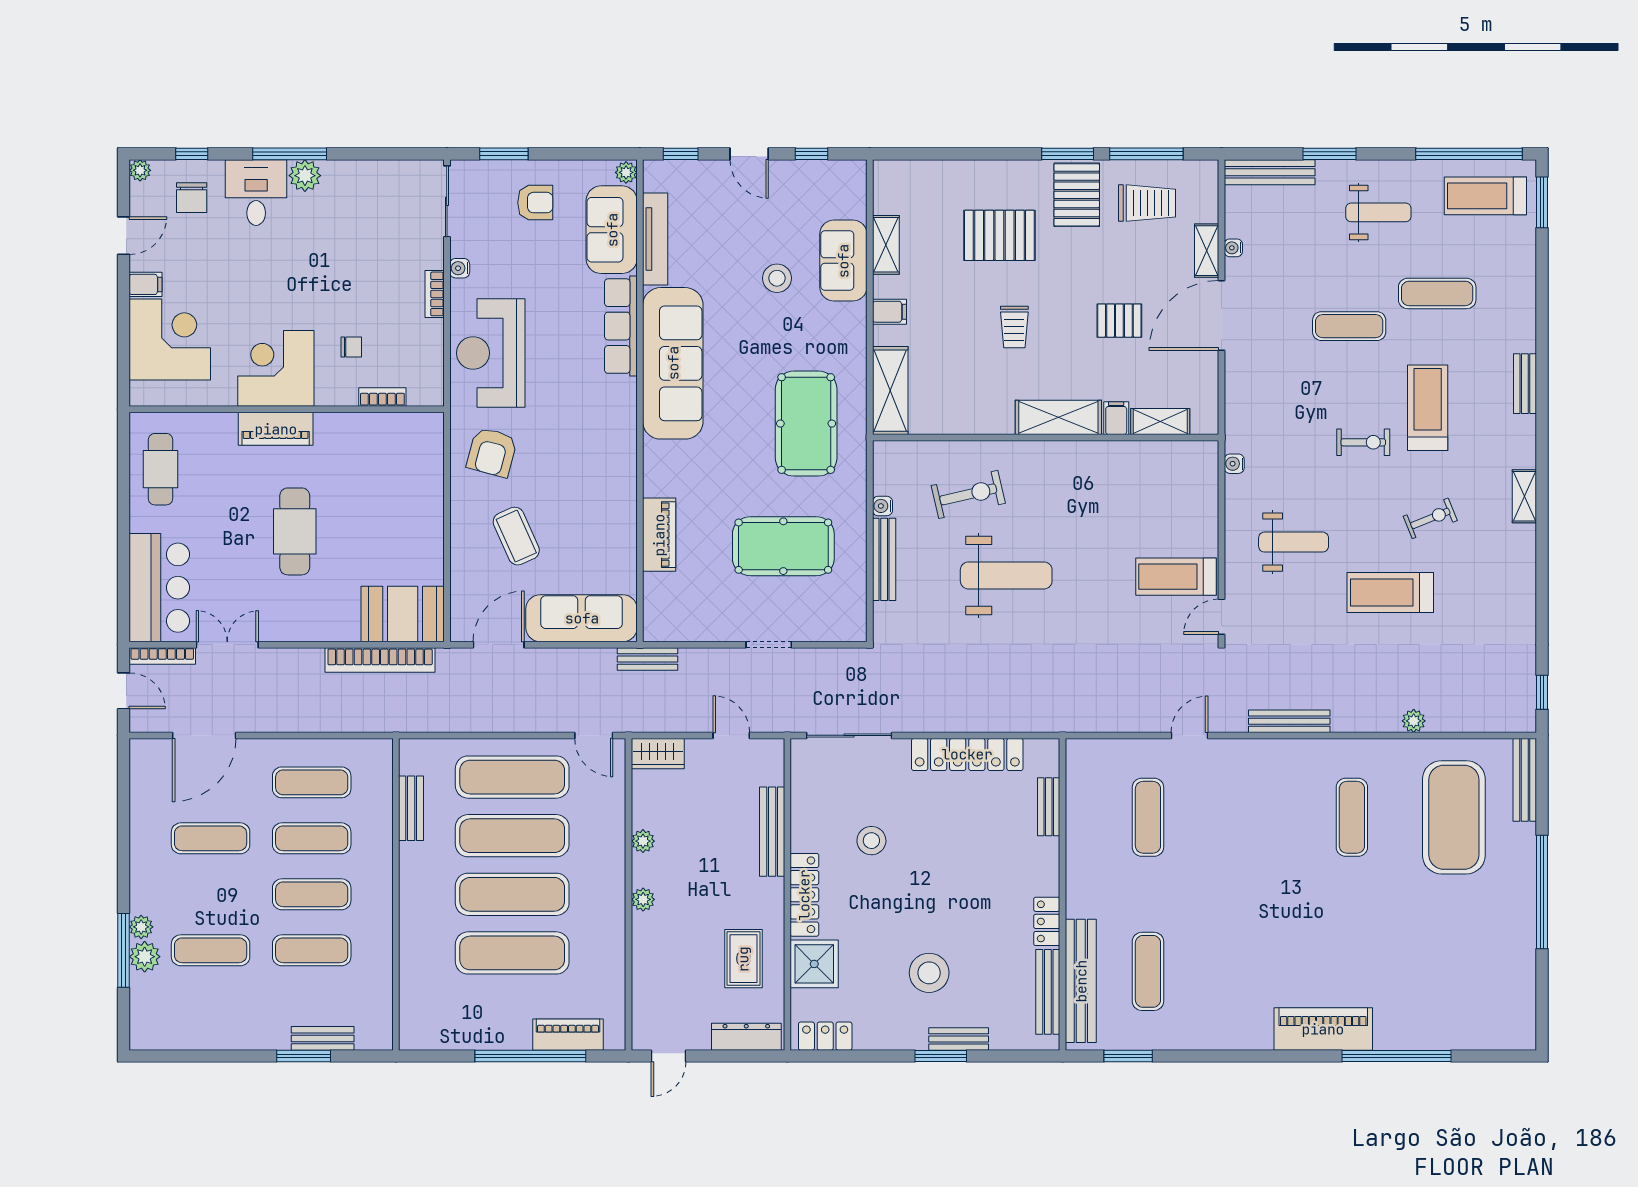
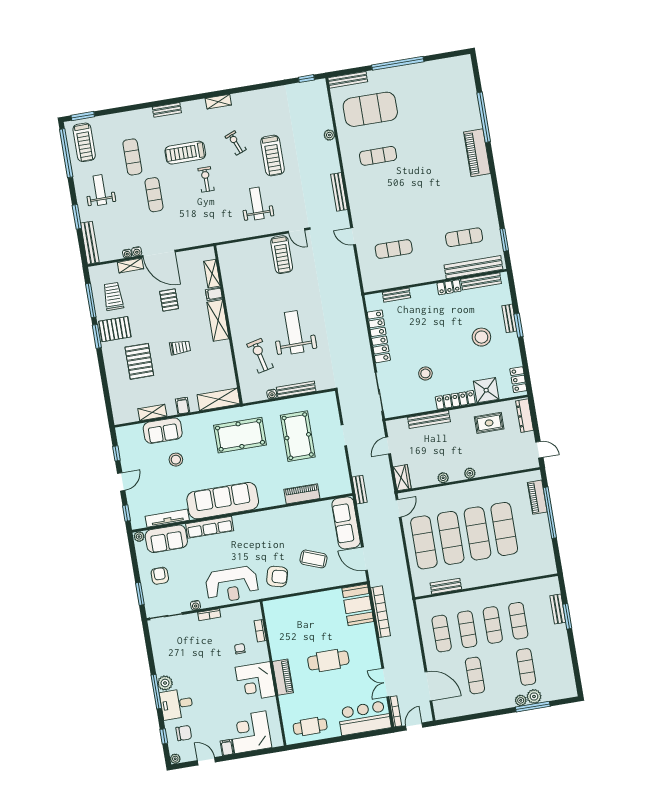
water cooler: (1234, 464) -> (137, 252), moved
coffee table: (516, 536) -> (314, 559), turned 45

